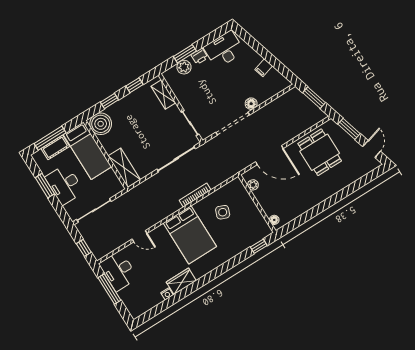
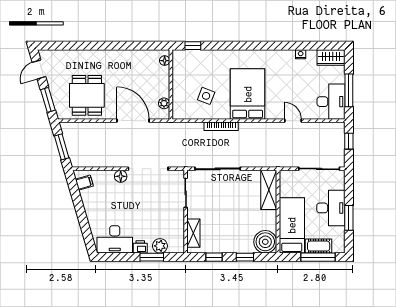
filing cabinet: (264, 68) -> (84, 183), moved
wardrobe: (181, 281) -> (331, 58), moved

